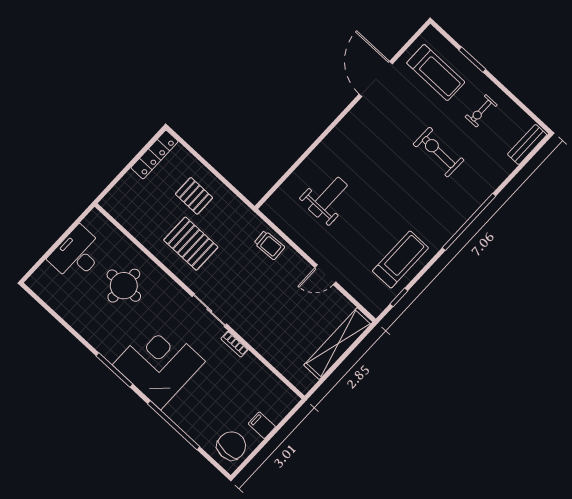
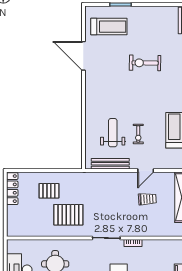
exercise bike: (481, 111) -> (138, 134), moved
bench: (292, 230) -> (110, 164), added
trolley: (269, 245) -> (147, 199), moved

